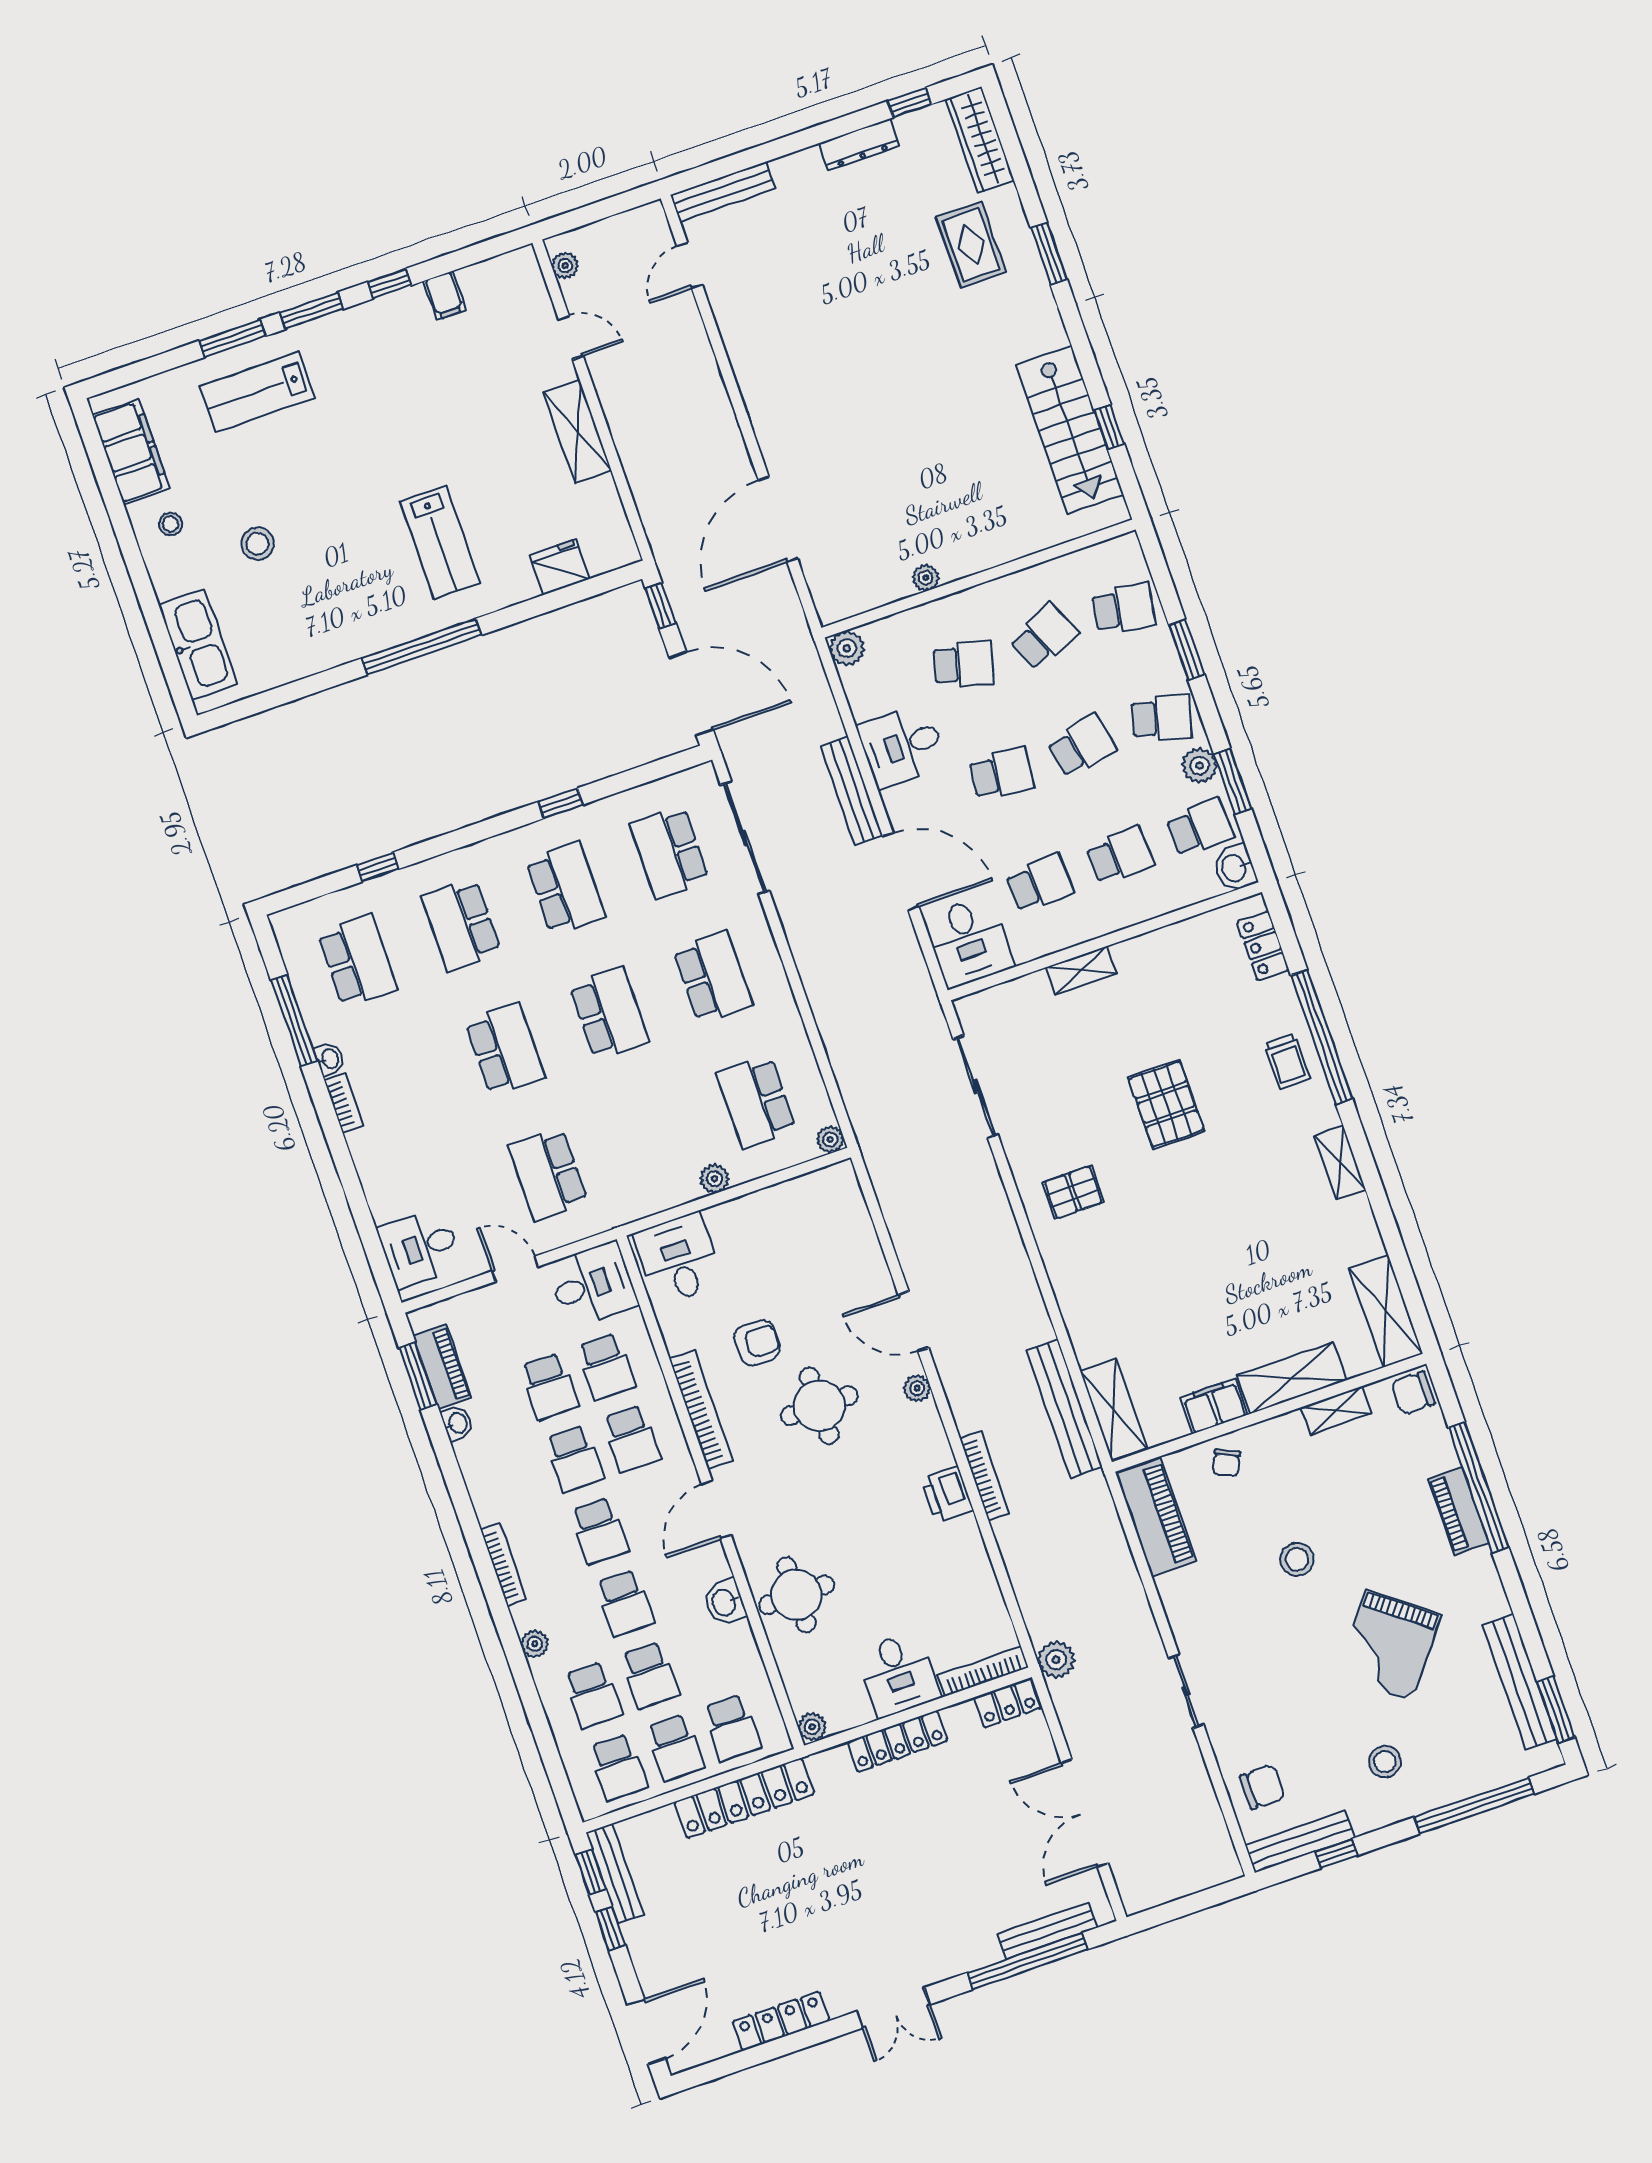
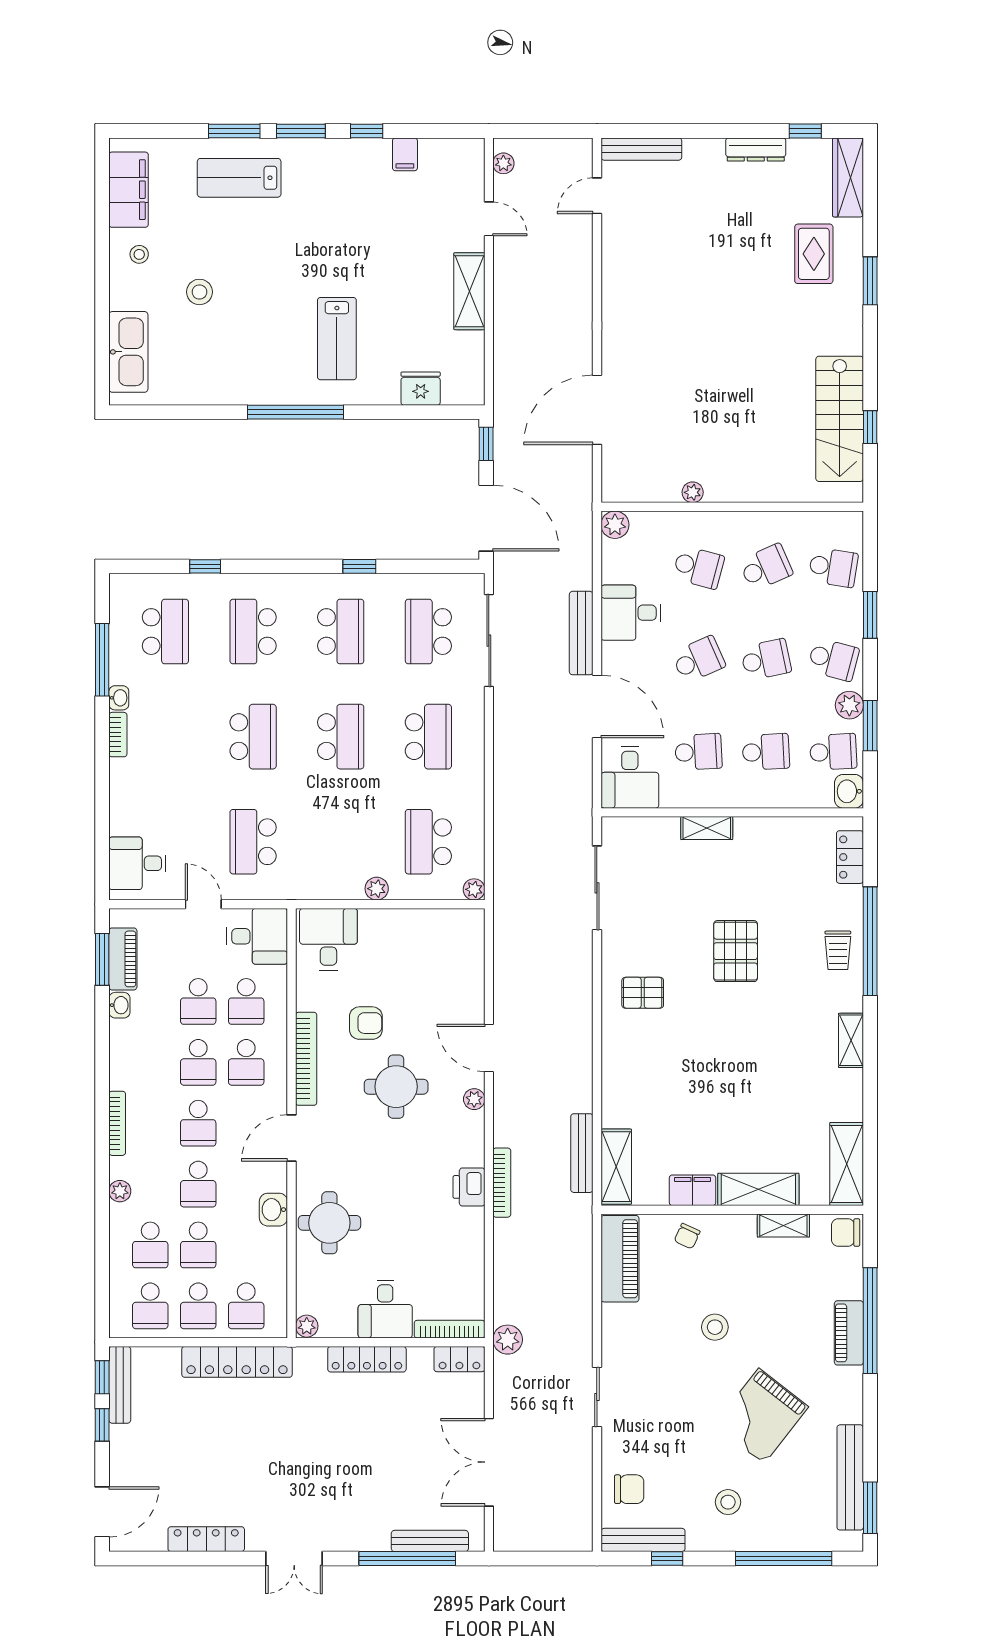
school desk: (1002, 774) -> (698, 660), turned -30
bench: (1064, 1409) -> (582, 1153), width x0.73, depth x0.82

